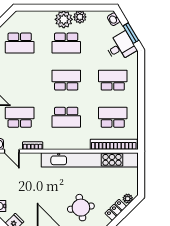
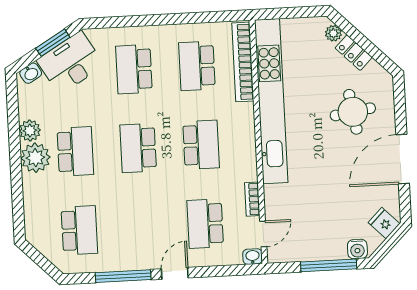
desk: (121, 47) -> (70, 63), width x1.37

